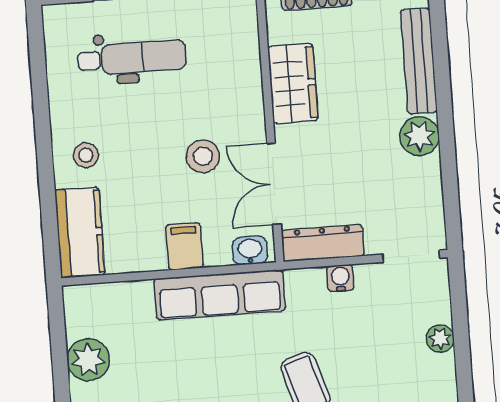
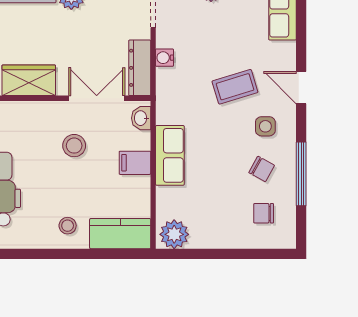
double door: (274, 184) -> (97, 98), swing flipped
row of seats: (220, 295) -> (170, 155), width x0.68
plant: (88, 360) -> (174, 234), moved

